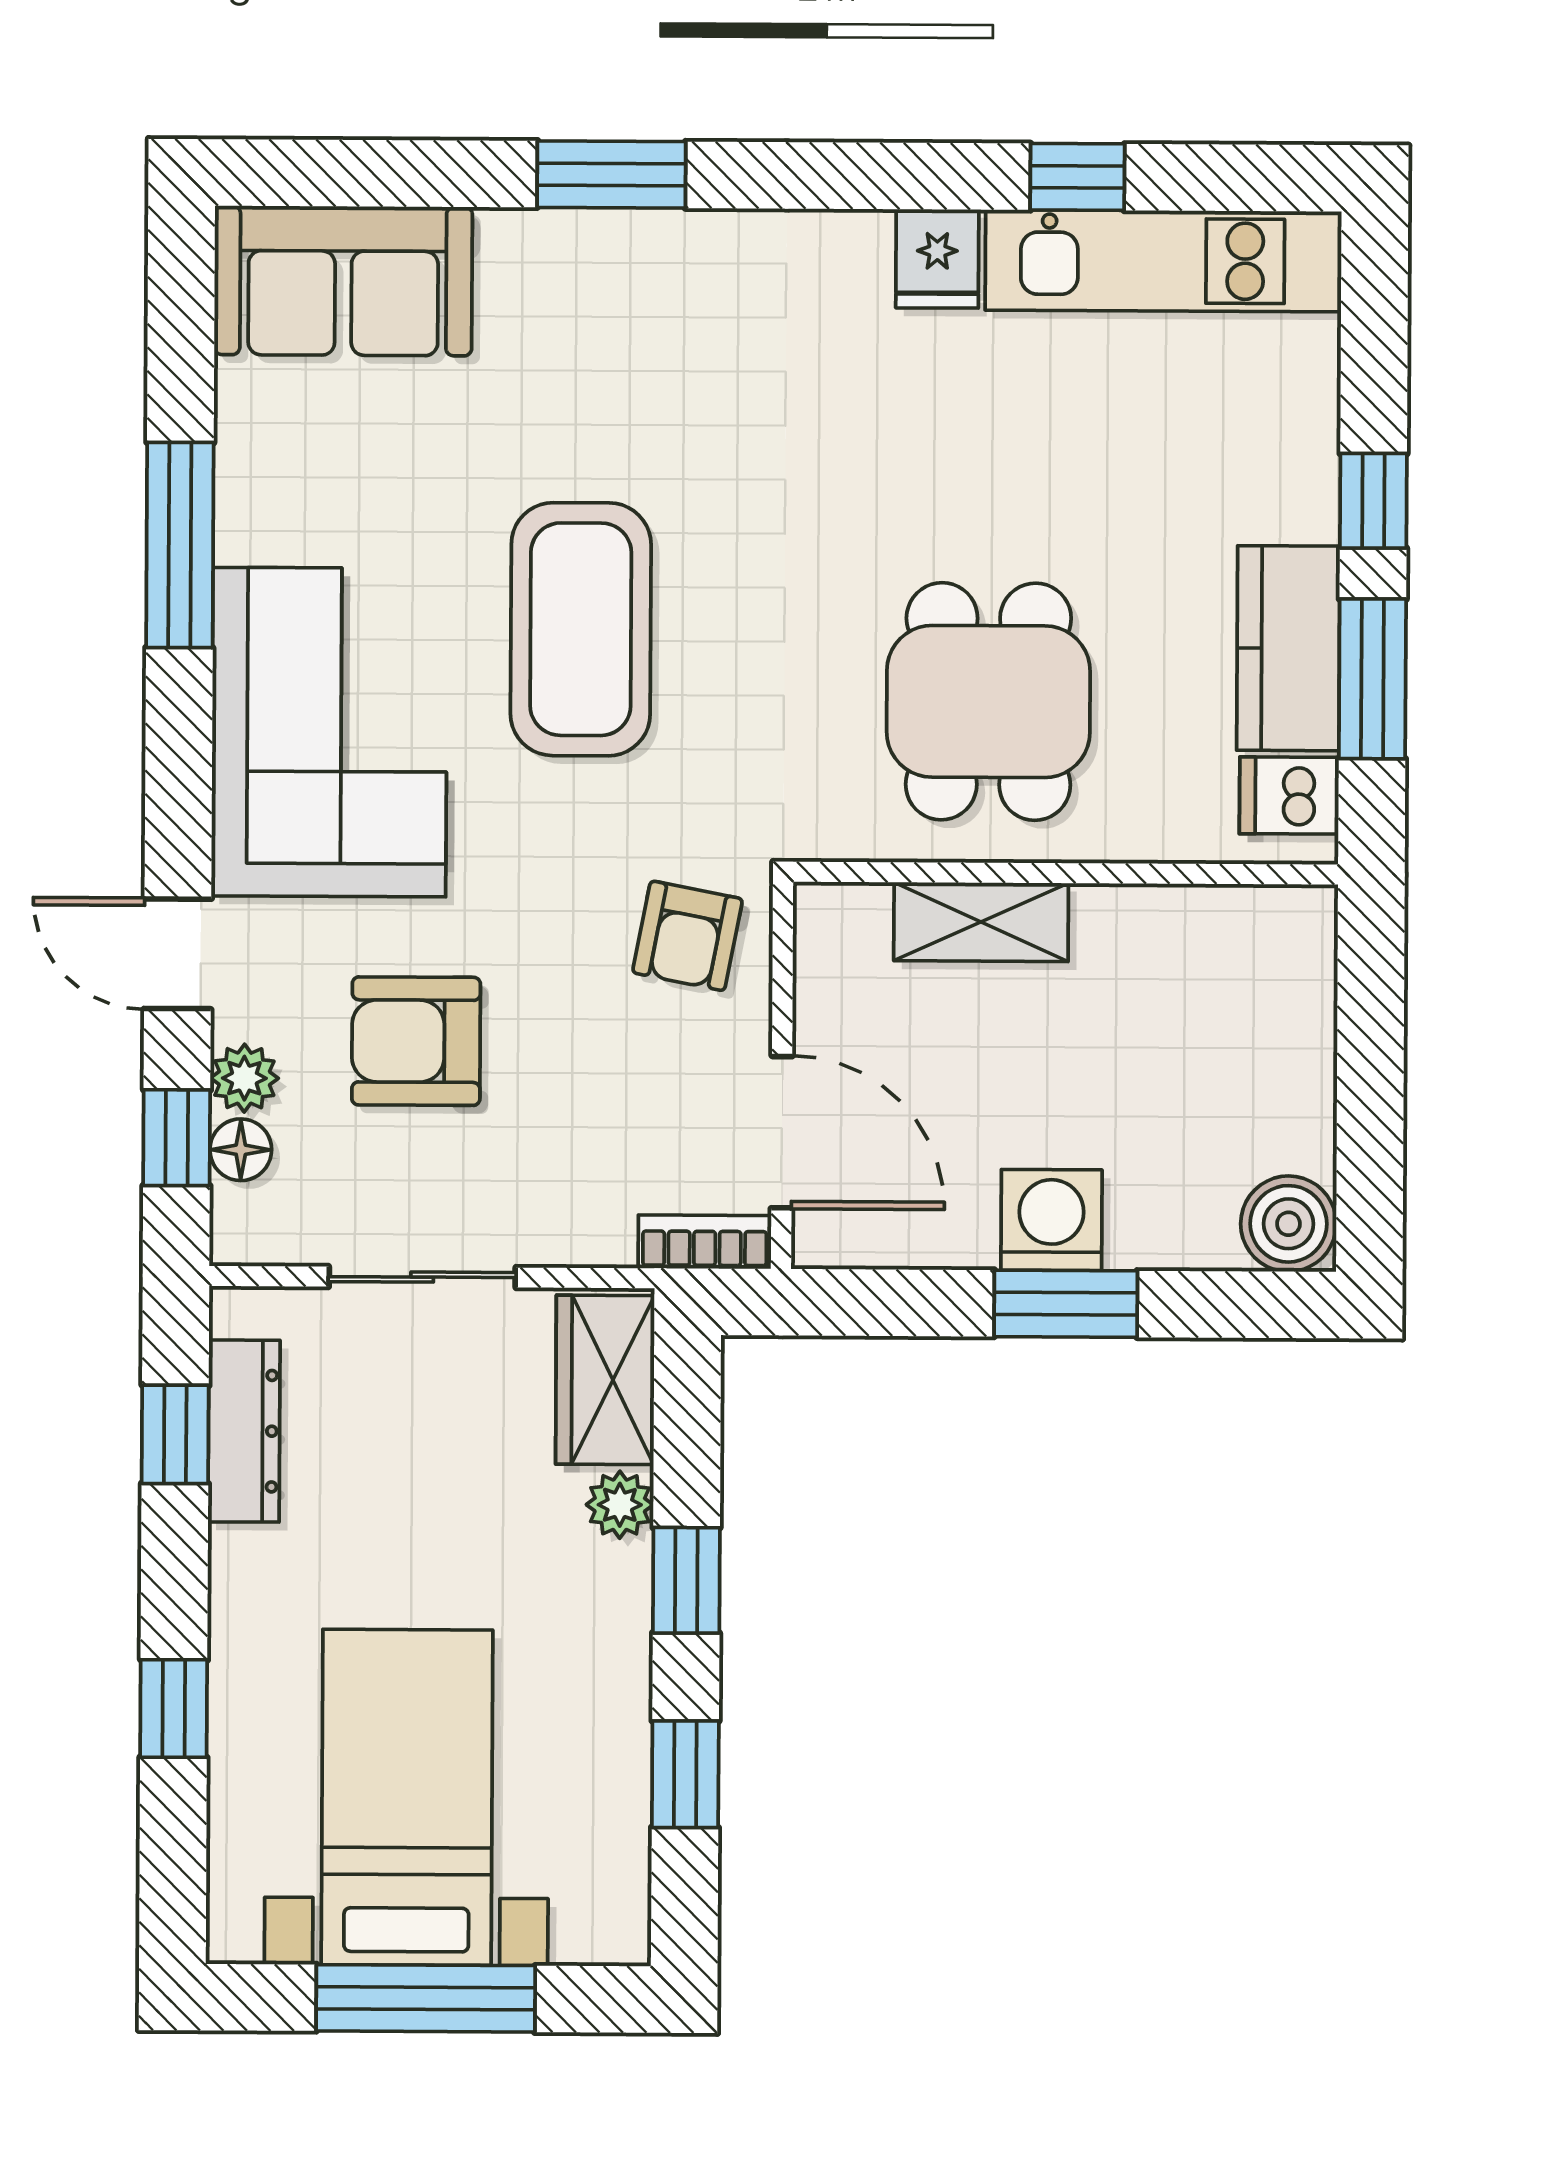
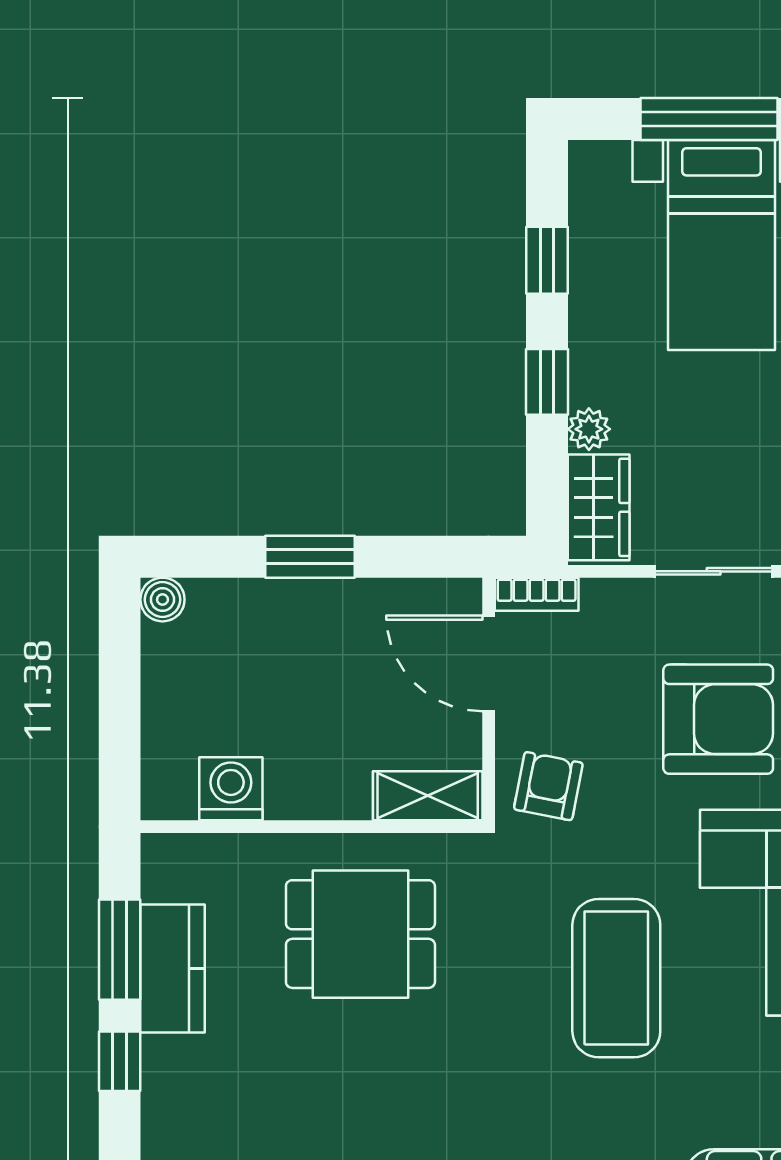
dining table: (988, 702) -> (360, 934), turned 90
dishwasher: (1289, 796) -> (172, 876), removed
shelving: (981, 922) -> (428, 796), moved
armchair: (416, 1041) -> (718, 719), width x1.36, depth x1.36
washing machine: (1051, 1220) -> (231, 789), moved, turned 180
boiler: (1288, 1224) -> (162, 600), width x0.73, depth x0.73

